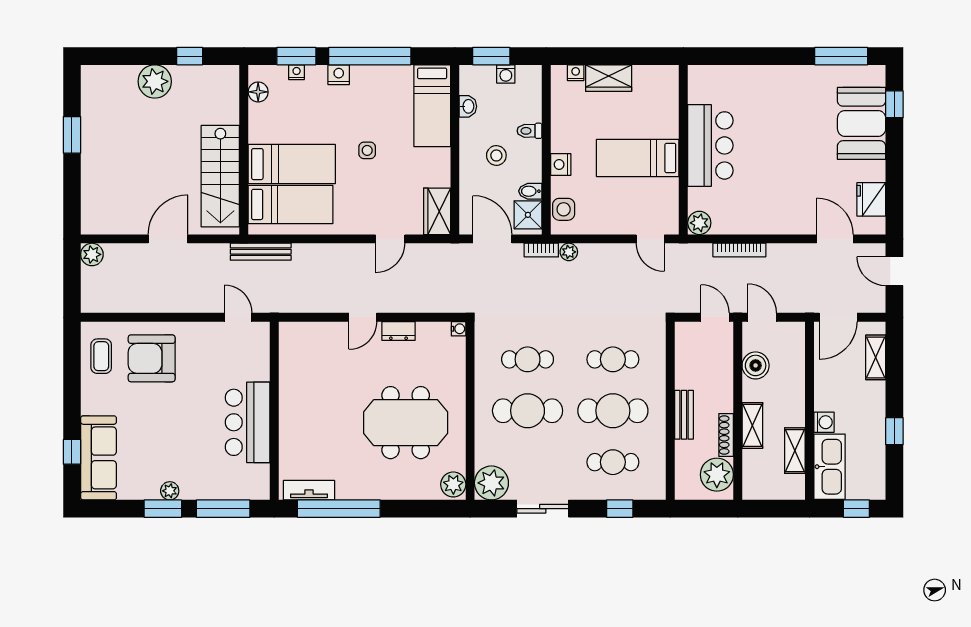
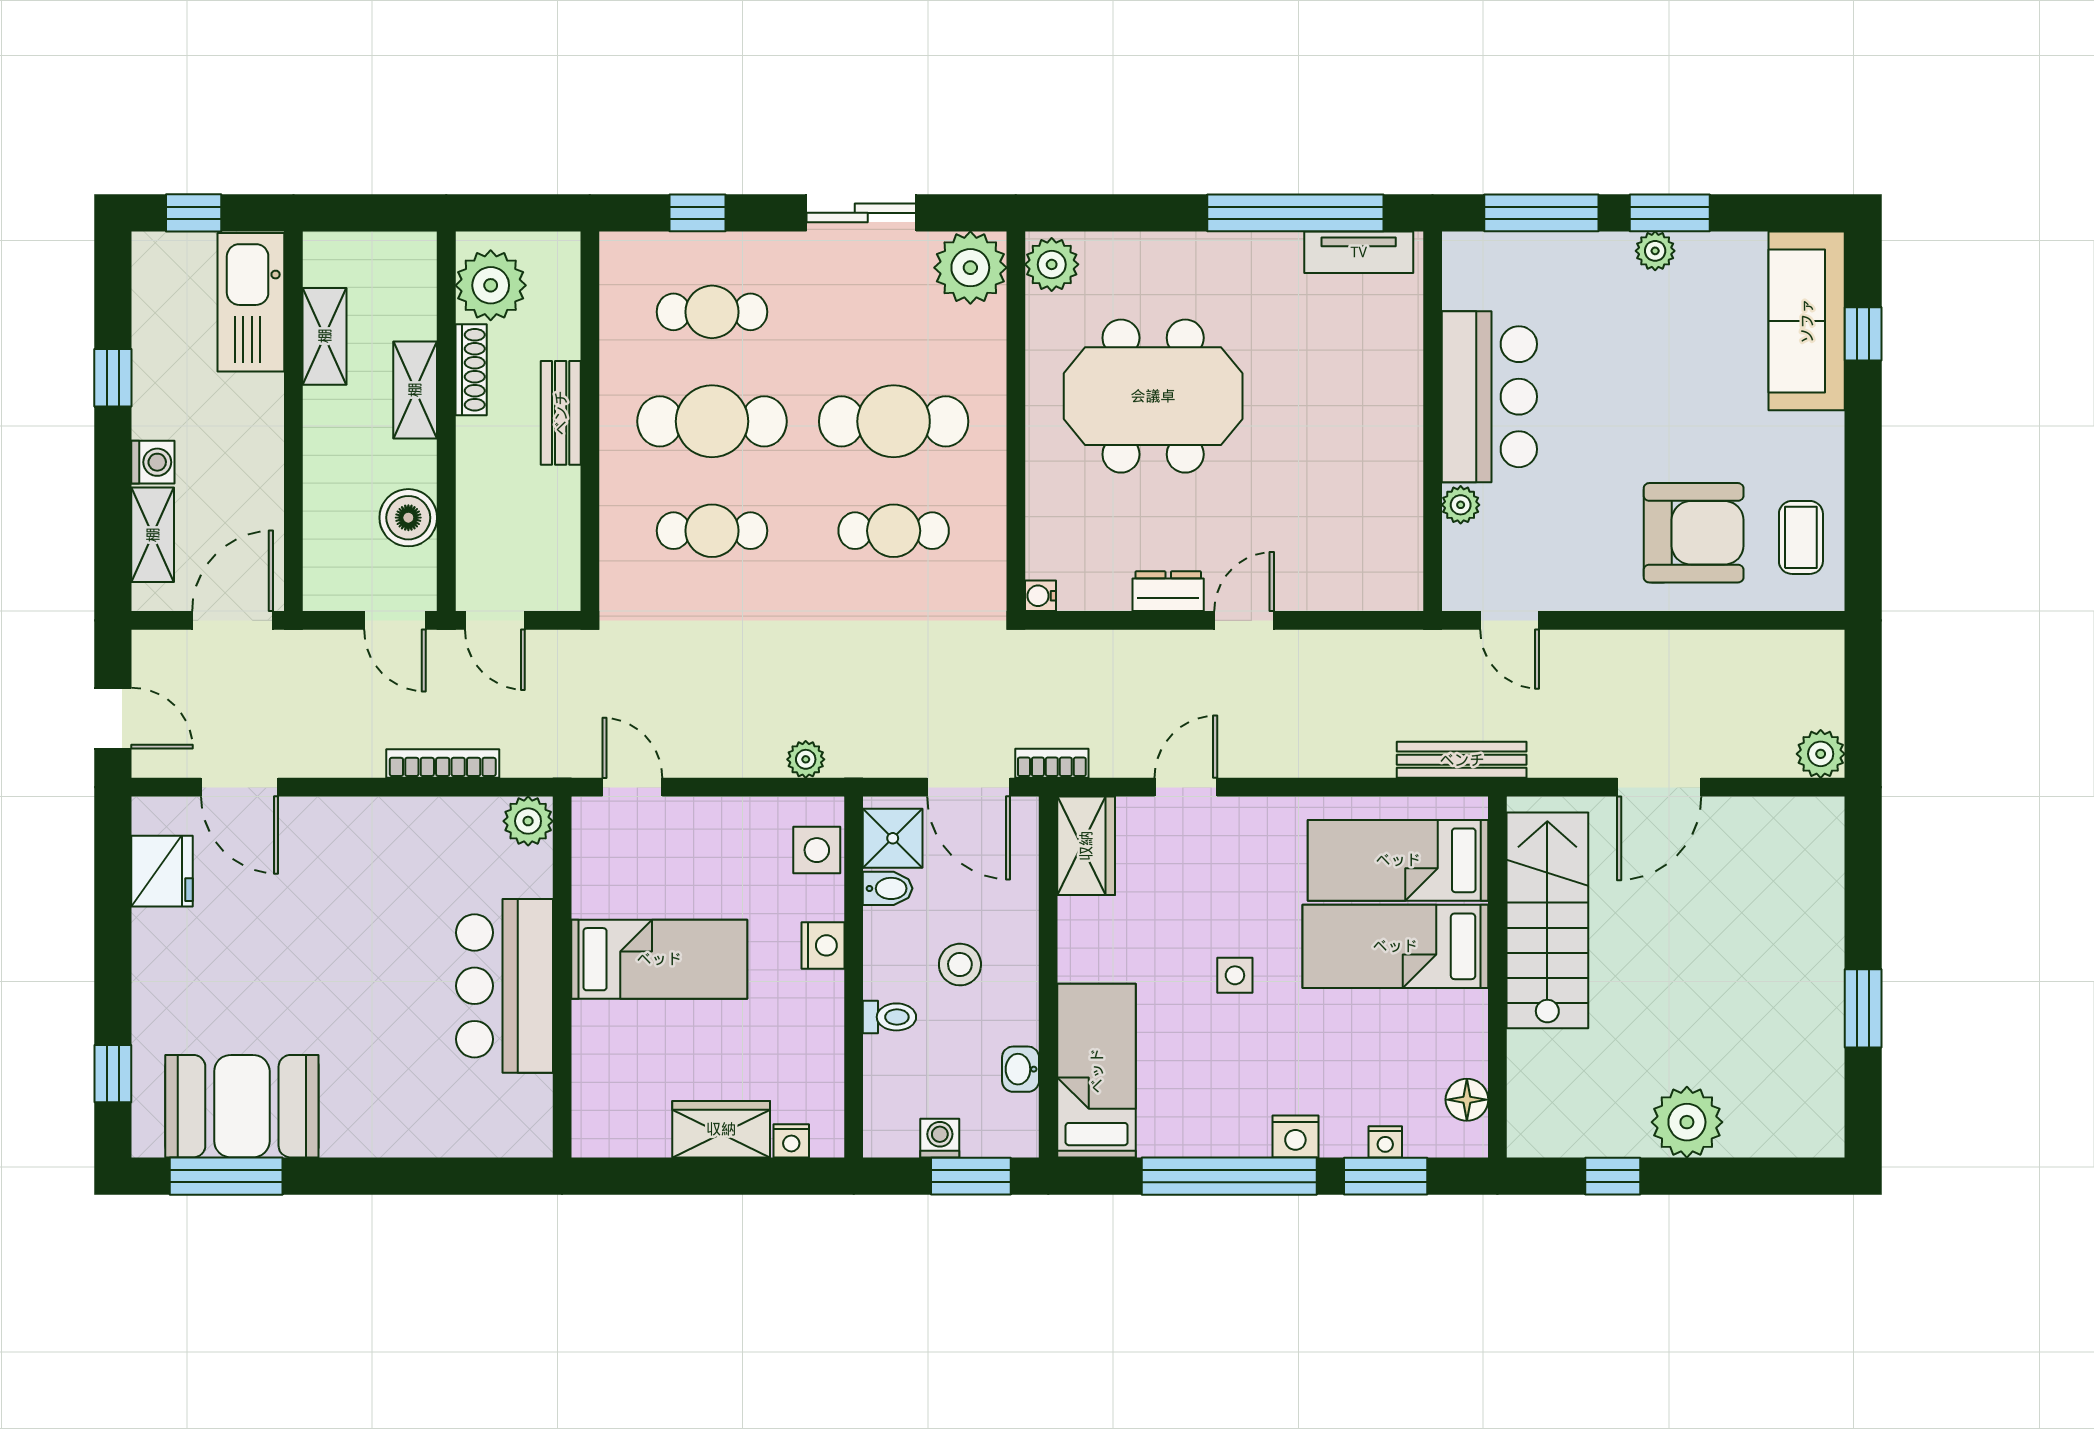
booth: (862, 123) -> (242, 1106), moved, turned 90
bookcase: (541, 250) -> (1052, 763), moved
plant: (261, 372) -> (1461, 505), added
washing machine: (824, 422) -> (153, 462), moved, turned 180

